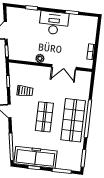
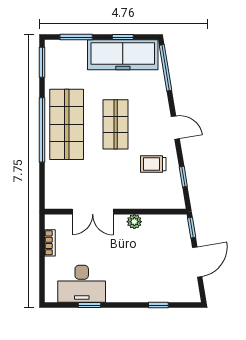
desk: (54, 23) -> (82, 284), moved
double door: (64, 67) -> (93, 212), swing flipped

